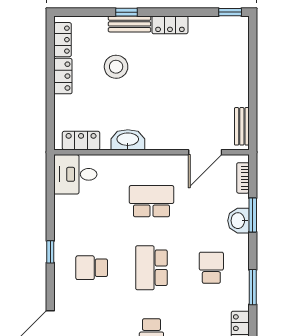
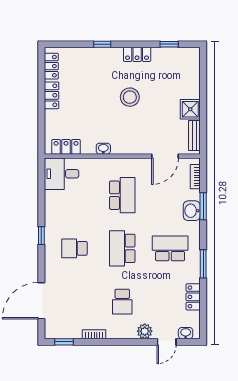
window: (230, 12) -> (169, 44), moved
bench: (130, 24) -> (105, 54), removed
stool: (116, 67) -> (130, 97), moved
shower: (237, 94) -> (190, 109), added
washbasin: (128, 140) -> (103, 149), width x0.52, depth x0.69
school desk: (151, 201) -> (122, 195), turned 90
school desk: (211, 268) -> (170, 248), width x1.85

